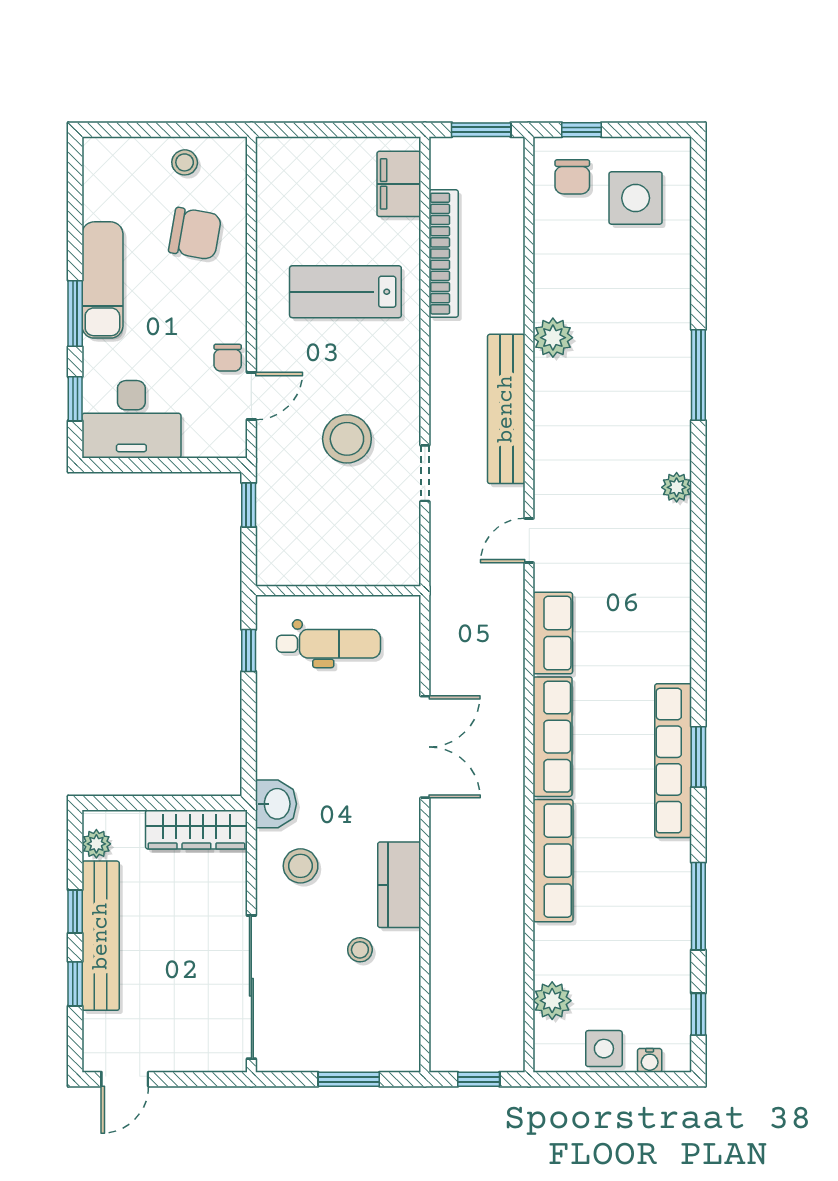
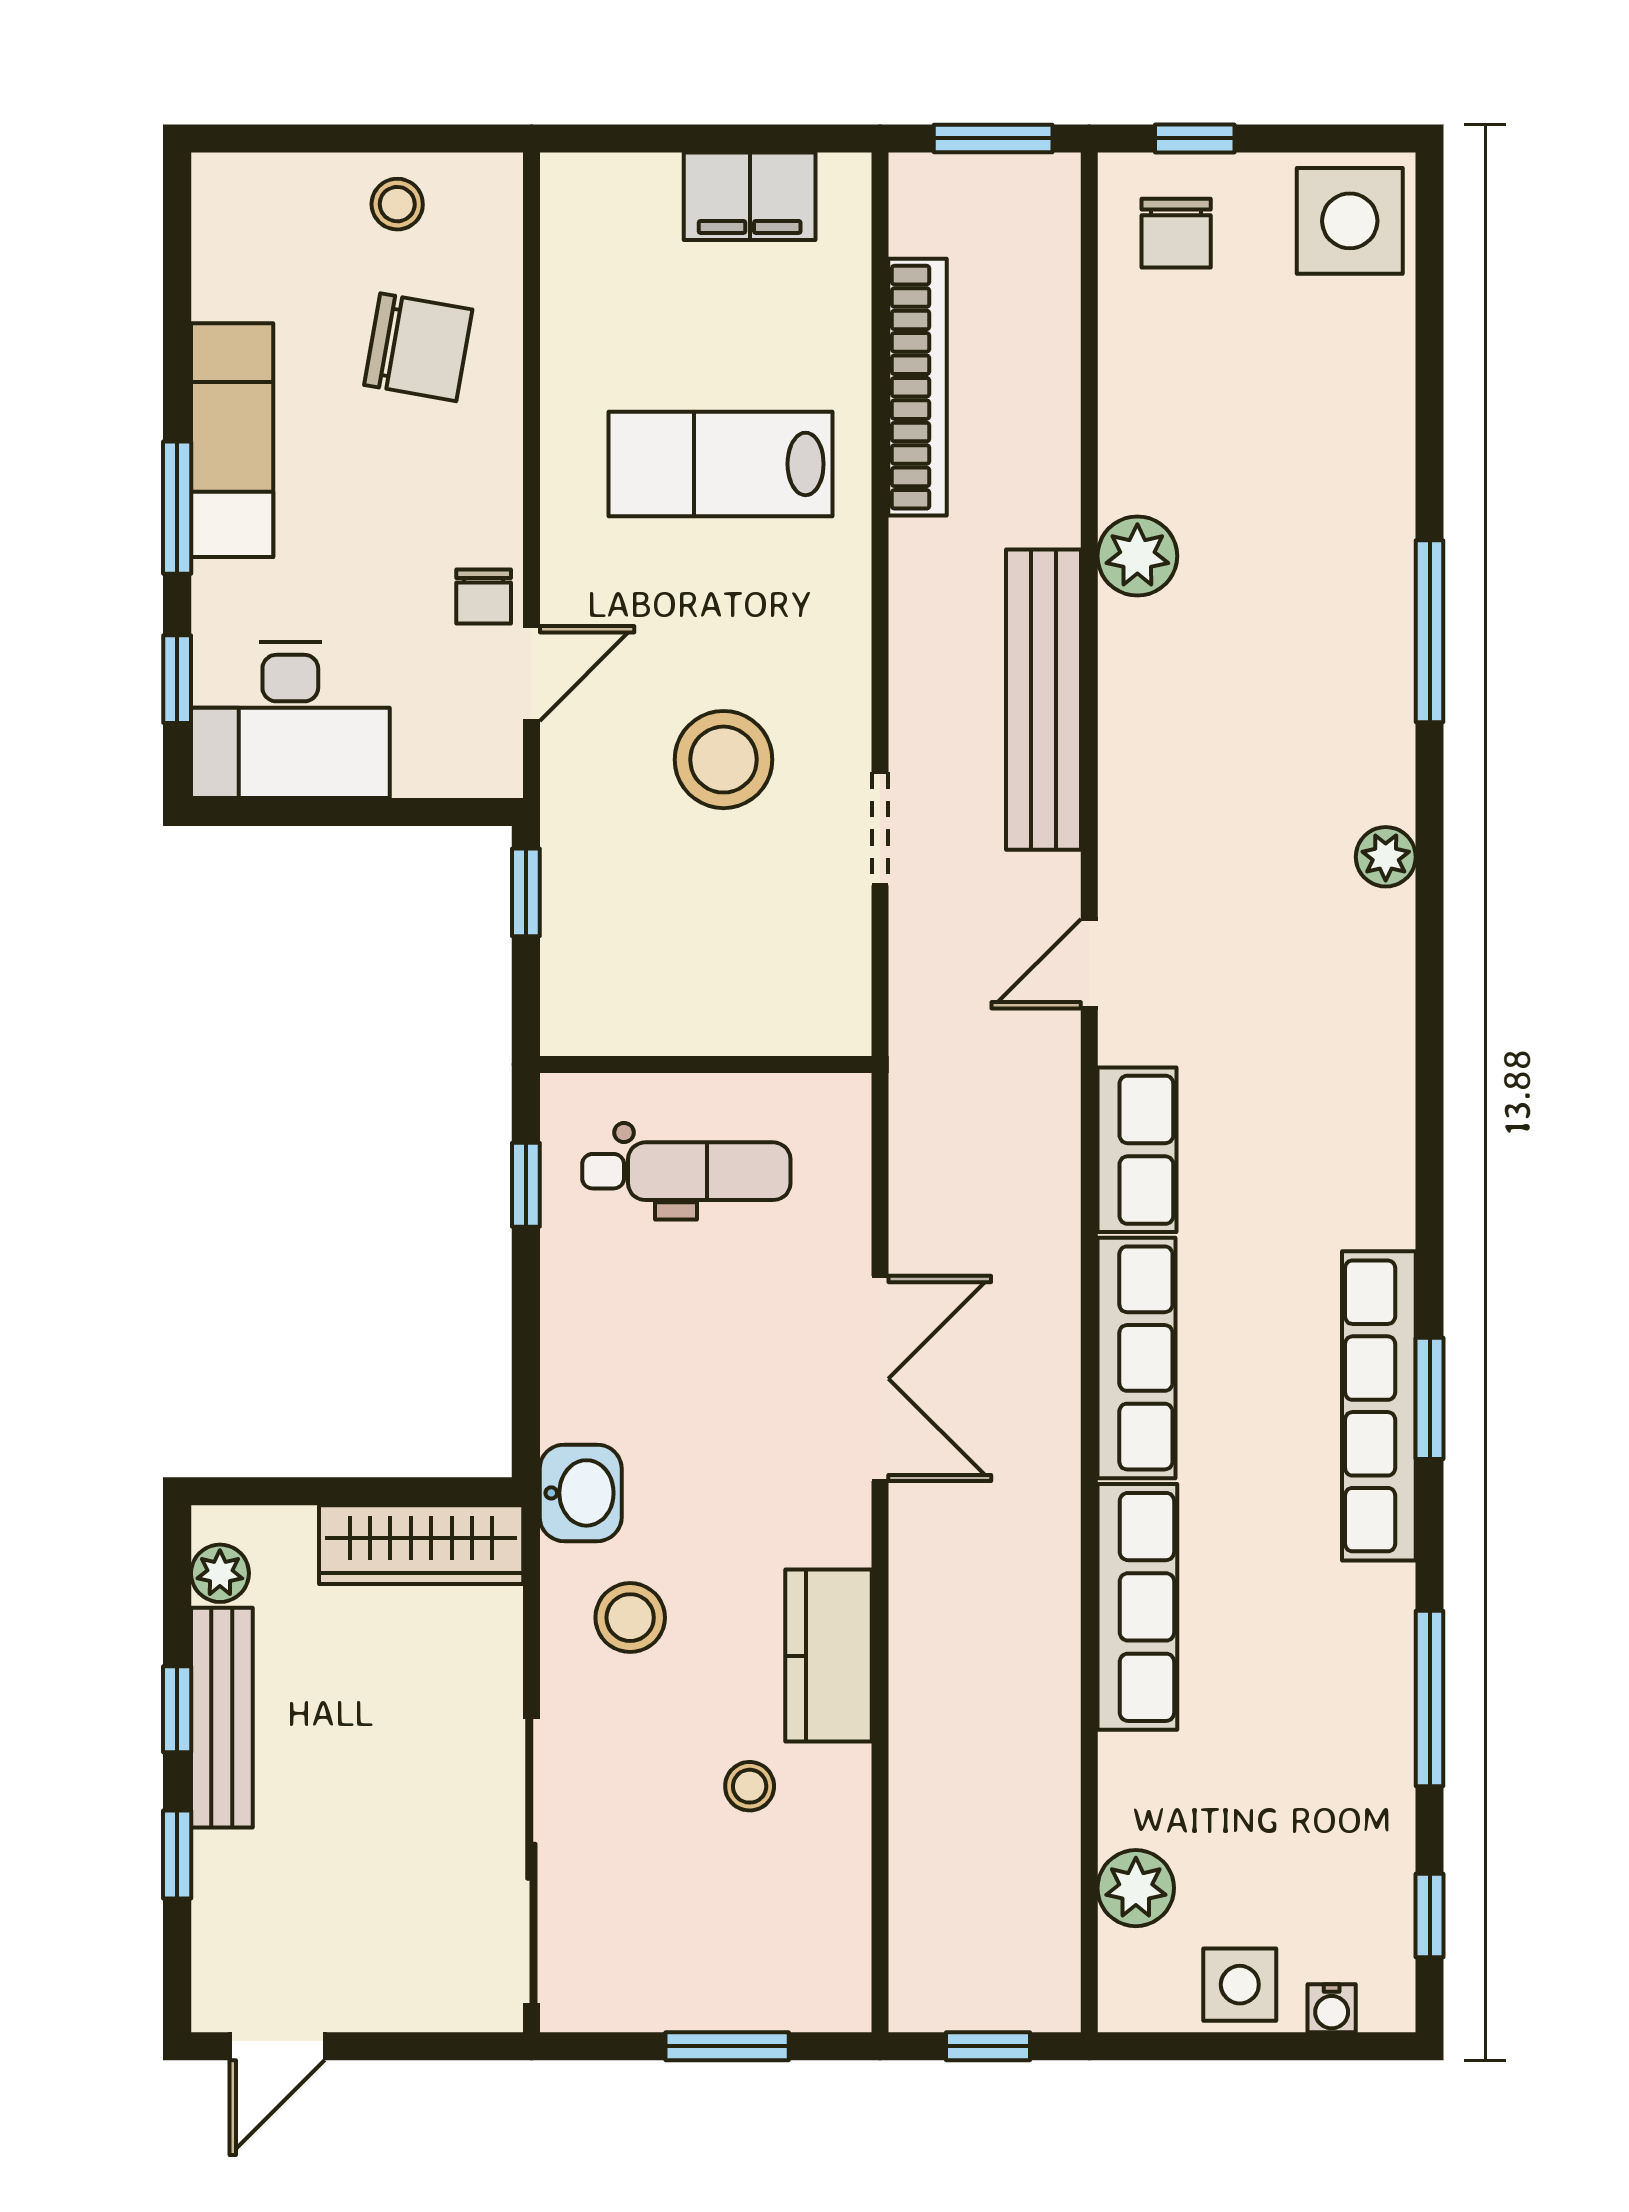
filing cabinet: (399, 184) -> (750, 196), moved, turned -90
side table: (636, 198) -> (1350, 221), moved
bench: (101, 936) -> (222, 1718), width x0.73, depth x0.82

